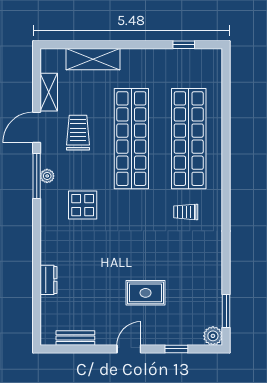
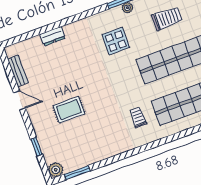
rug: (146, 293) -> (69, 110), turned 90
door: (129, 349) -> (20, 100), moved

